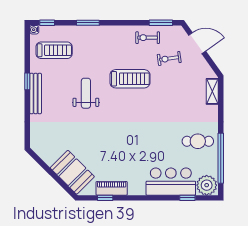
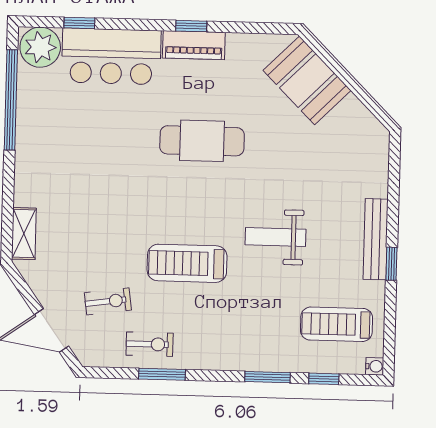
window: (47, 23) -> (324, 379), moved
window: (161, 23) -> (162, 374), moved
weight bench: (86, 93) -> (275, 237), turned 90
cafe table: (198, 141) -> (202, 141), moved, width x1.37, depth x1.35
piano: (112, 188) -> (194, 45), moved
window: (105, 198) -> (191, 26), moved

